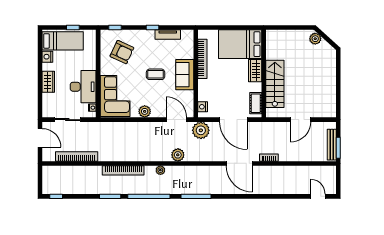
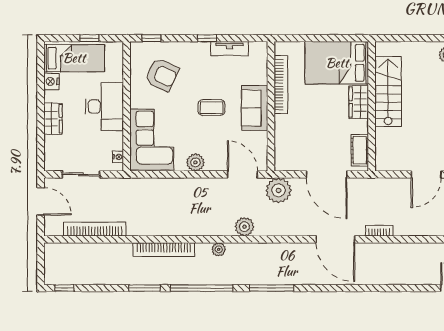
stairs: (275, 84) -> (388, 91), moved
desk: (83, 87) -> (104, 106), moved
nightstand: (203, 107) -> (281, 155), removed

